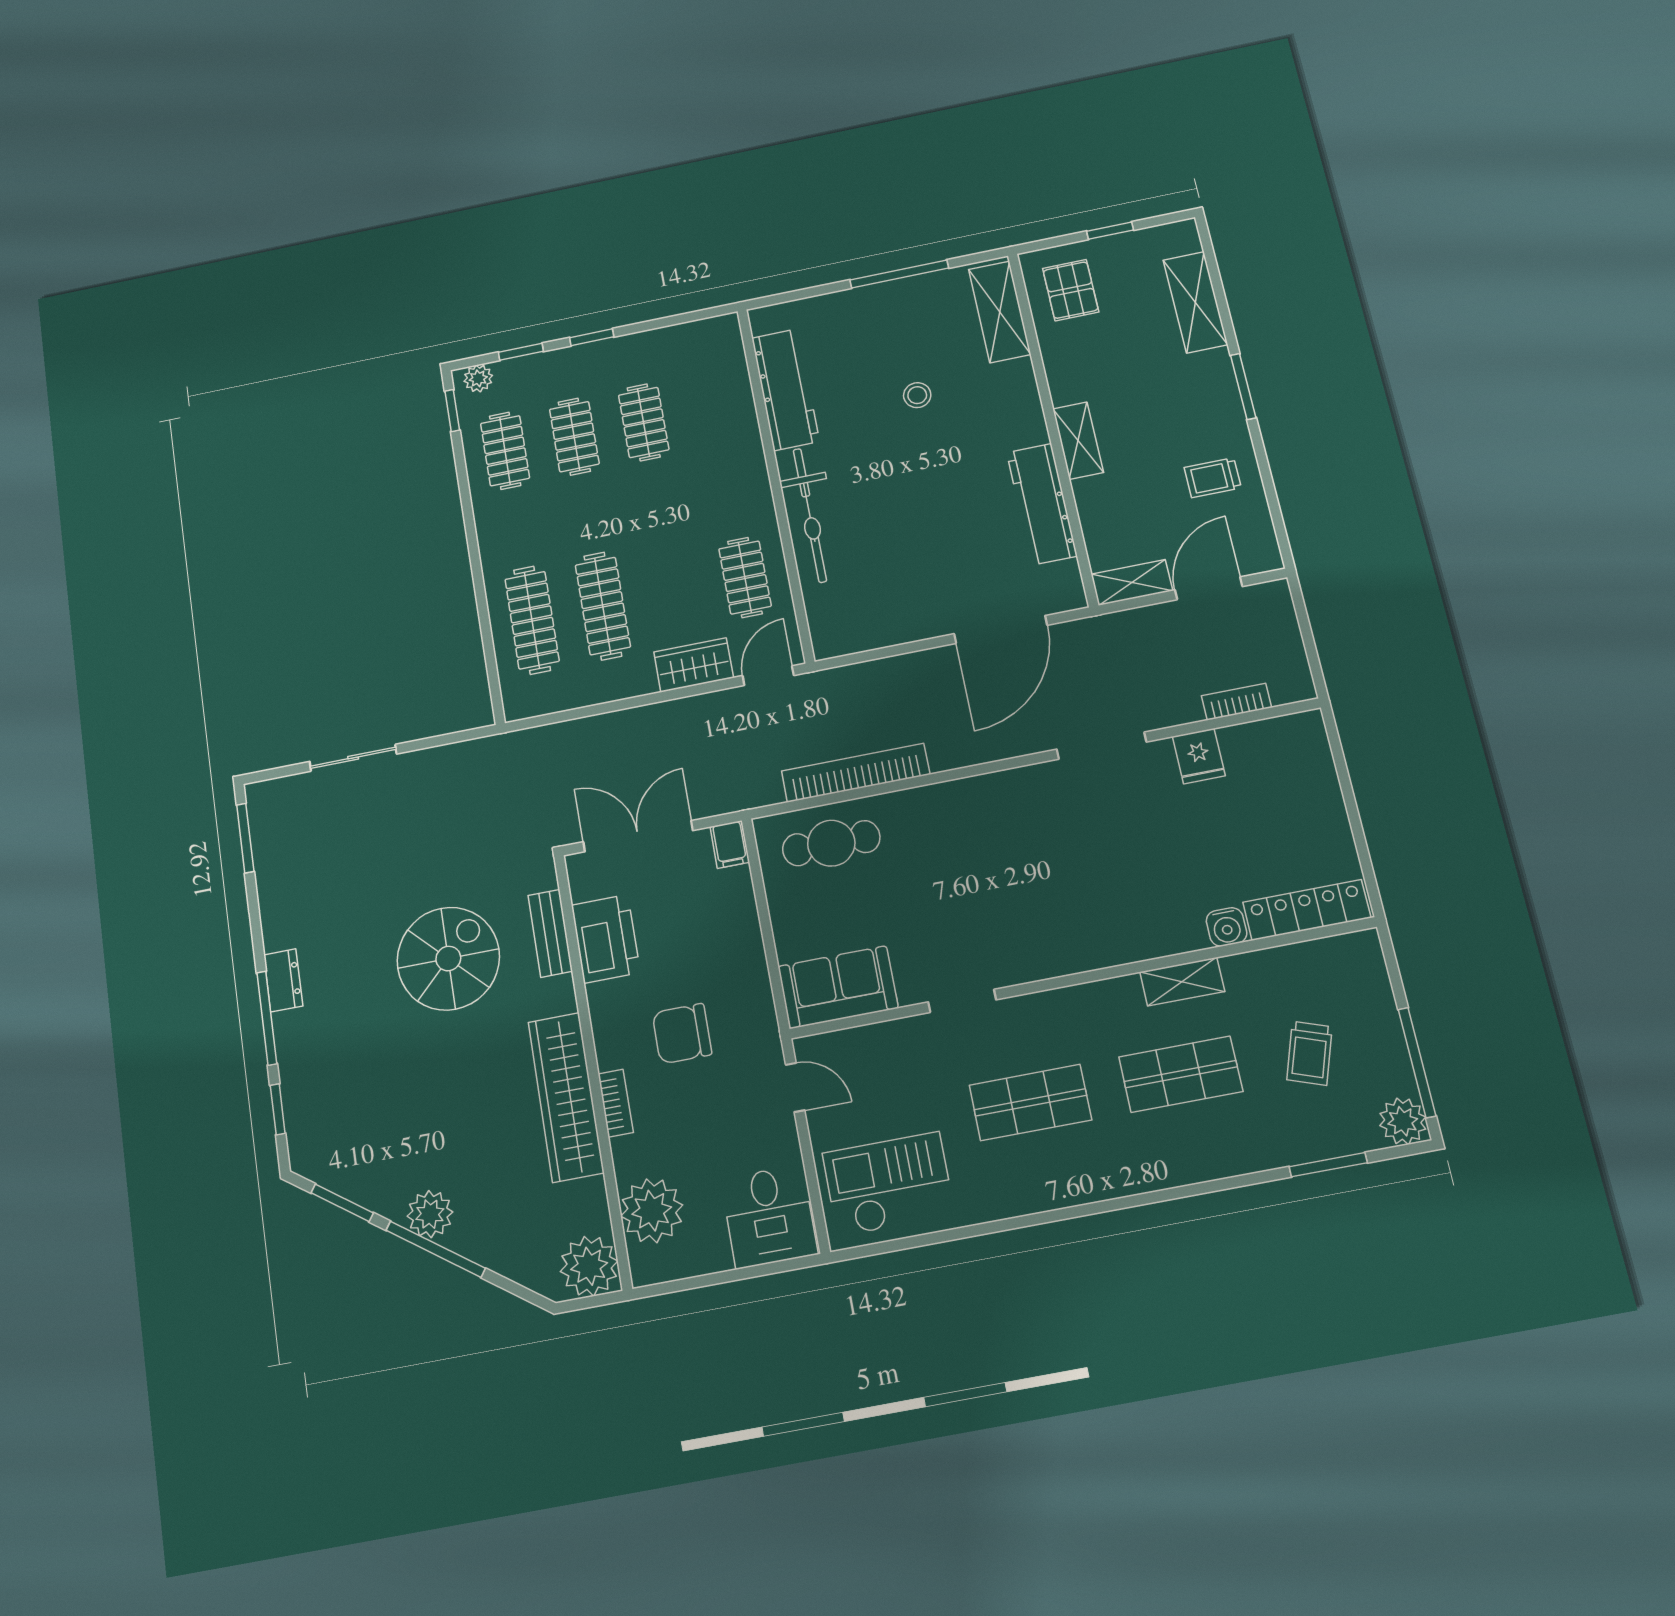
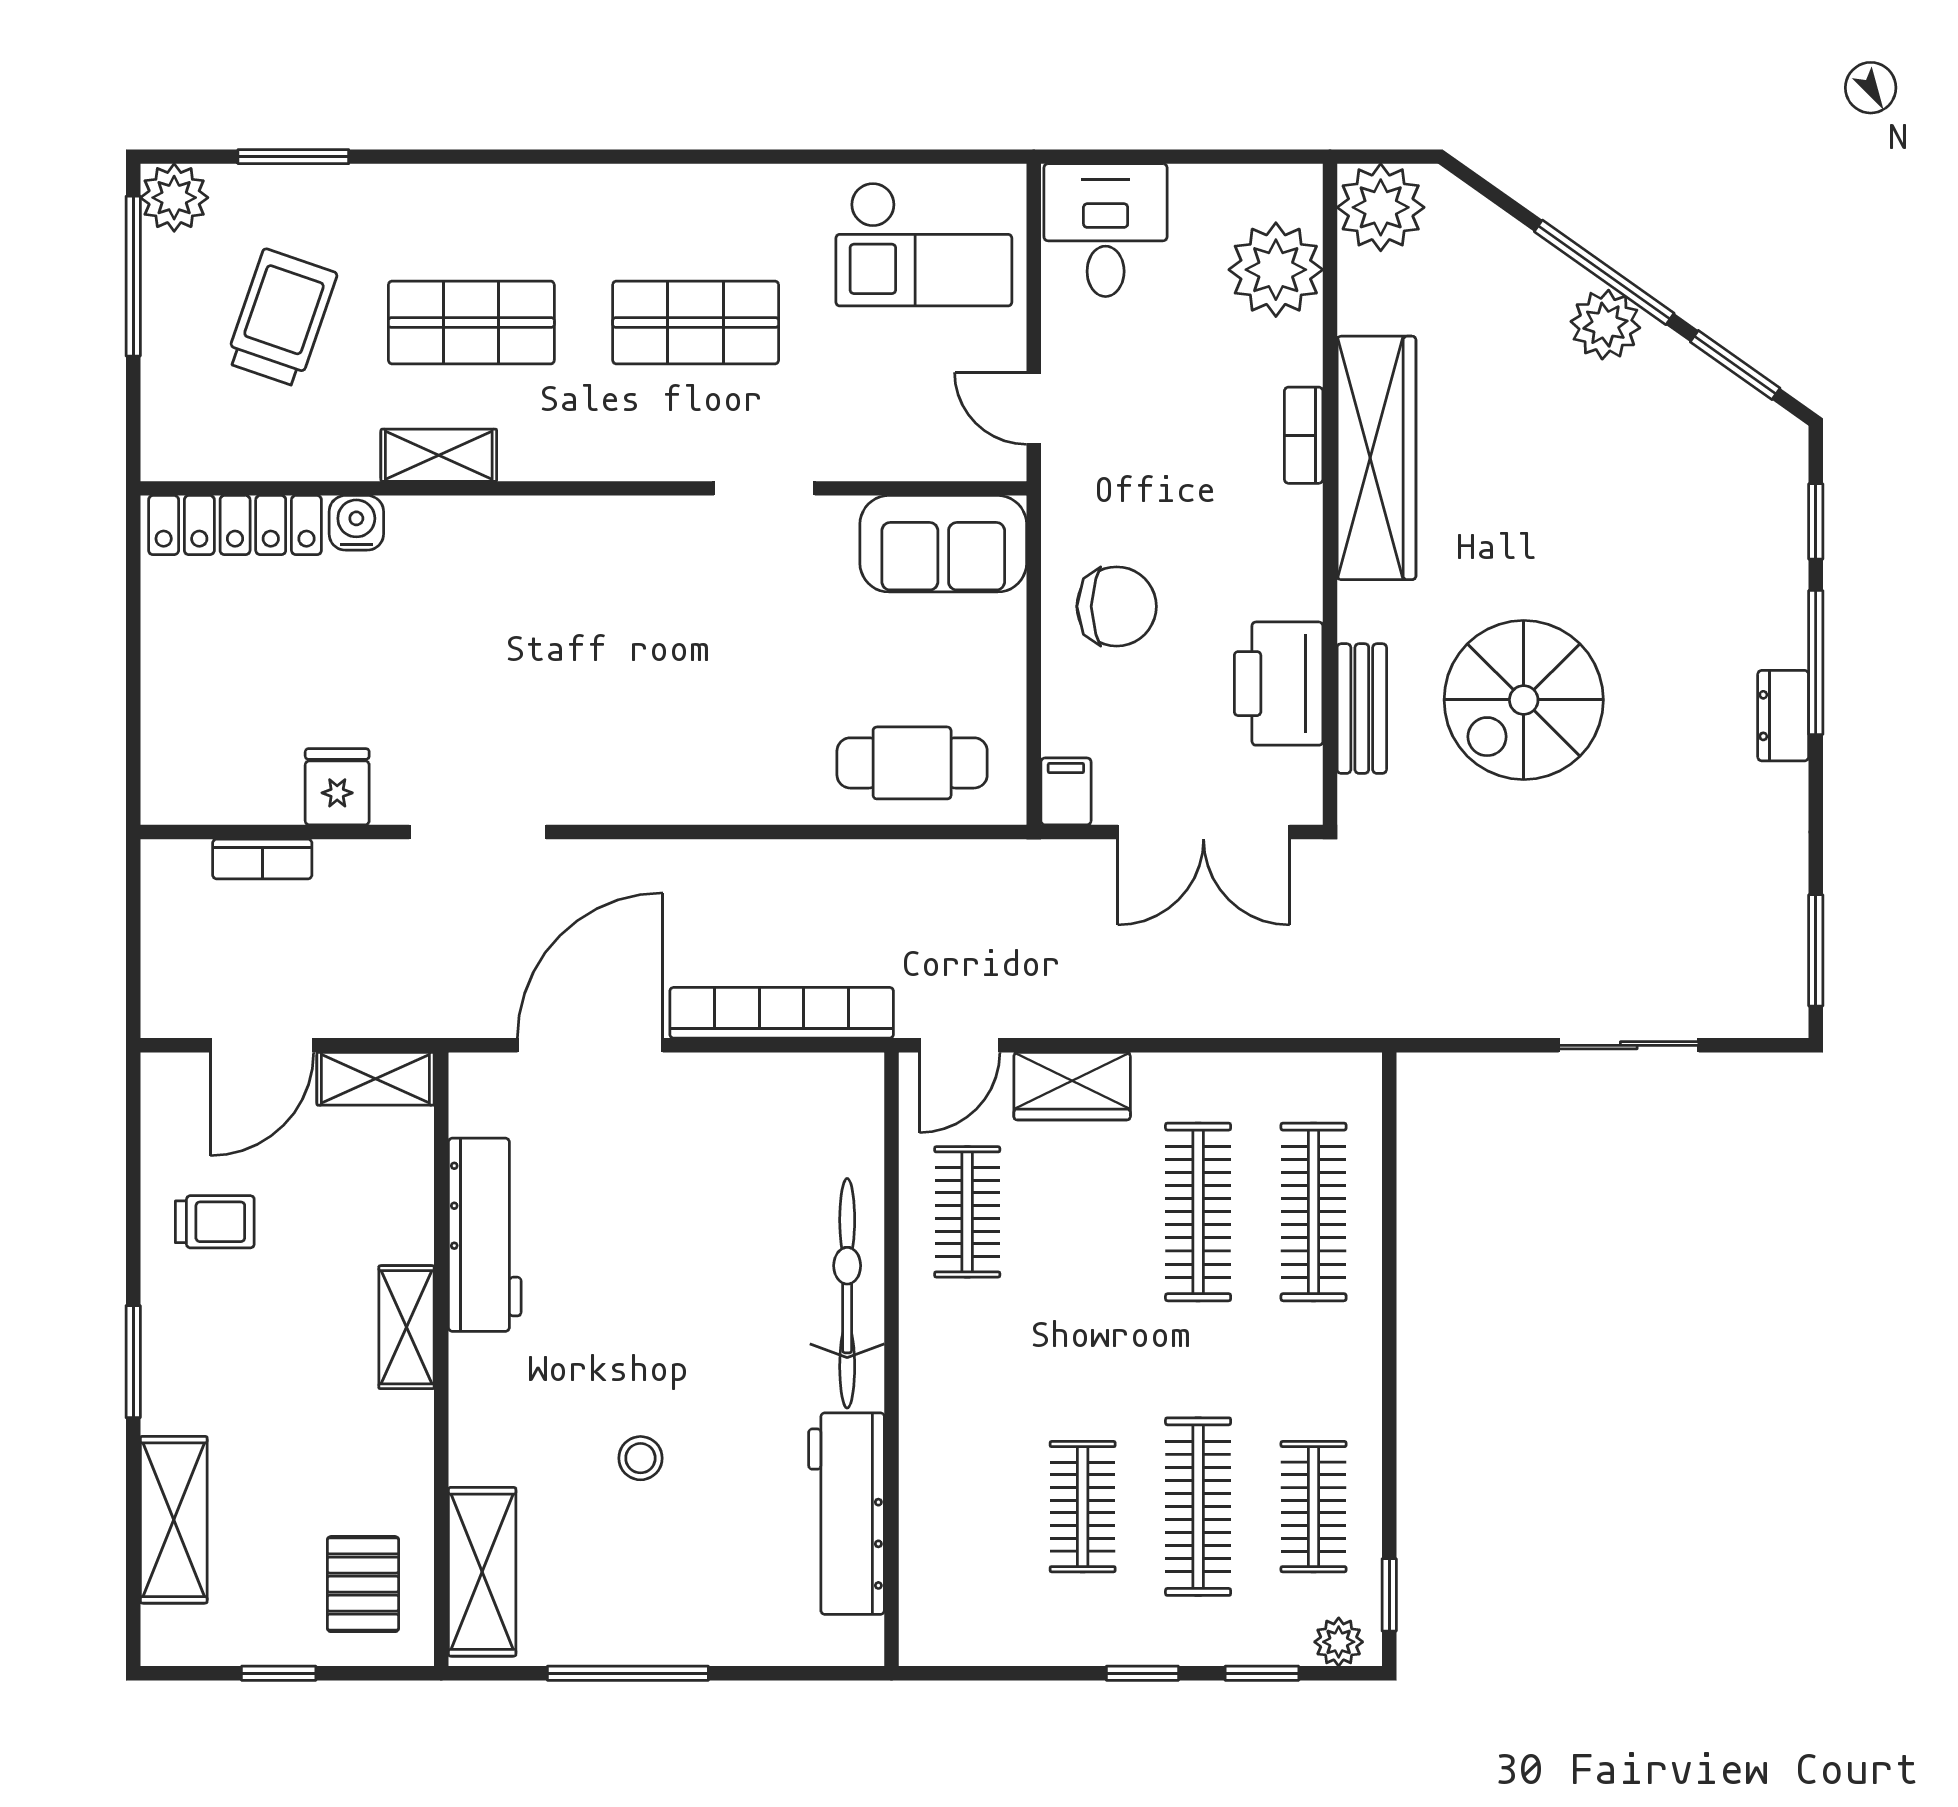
clothes rail: (574, 437) -> (1198, 1507), width x1.36
bookcase: (856, 773) -> (782, 1013), moved, turned 180
chair: (682, 1034) -> (1117, 606), moved
trolley: (1310, 1053) -> (281, 318), width x1.36, depth x1.39

